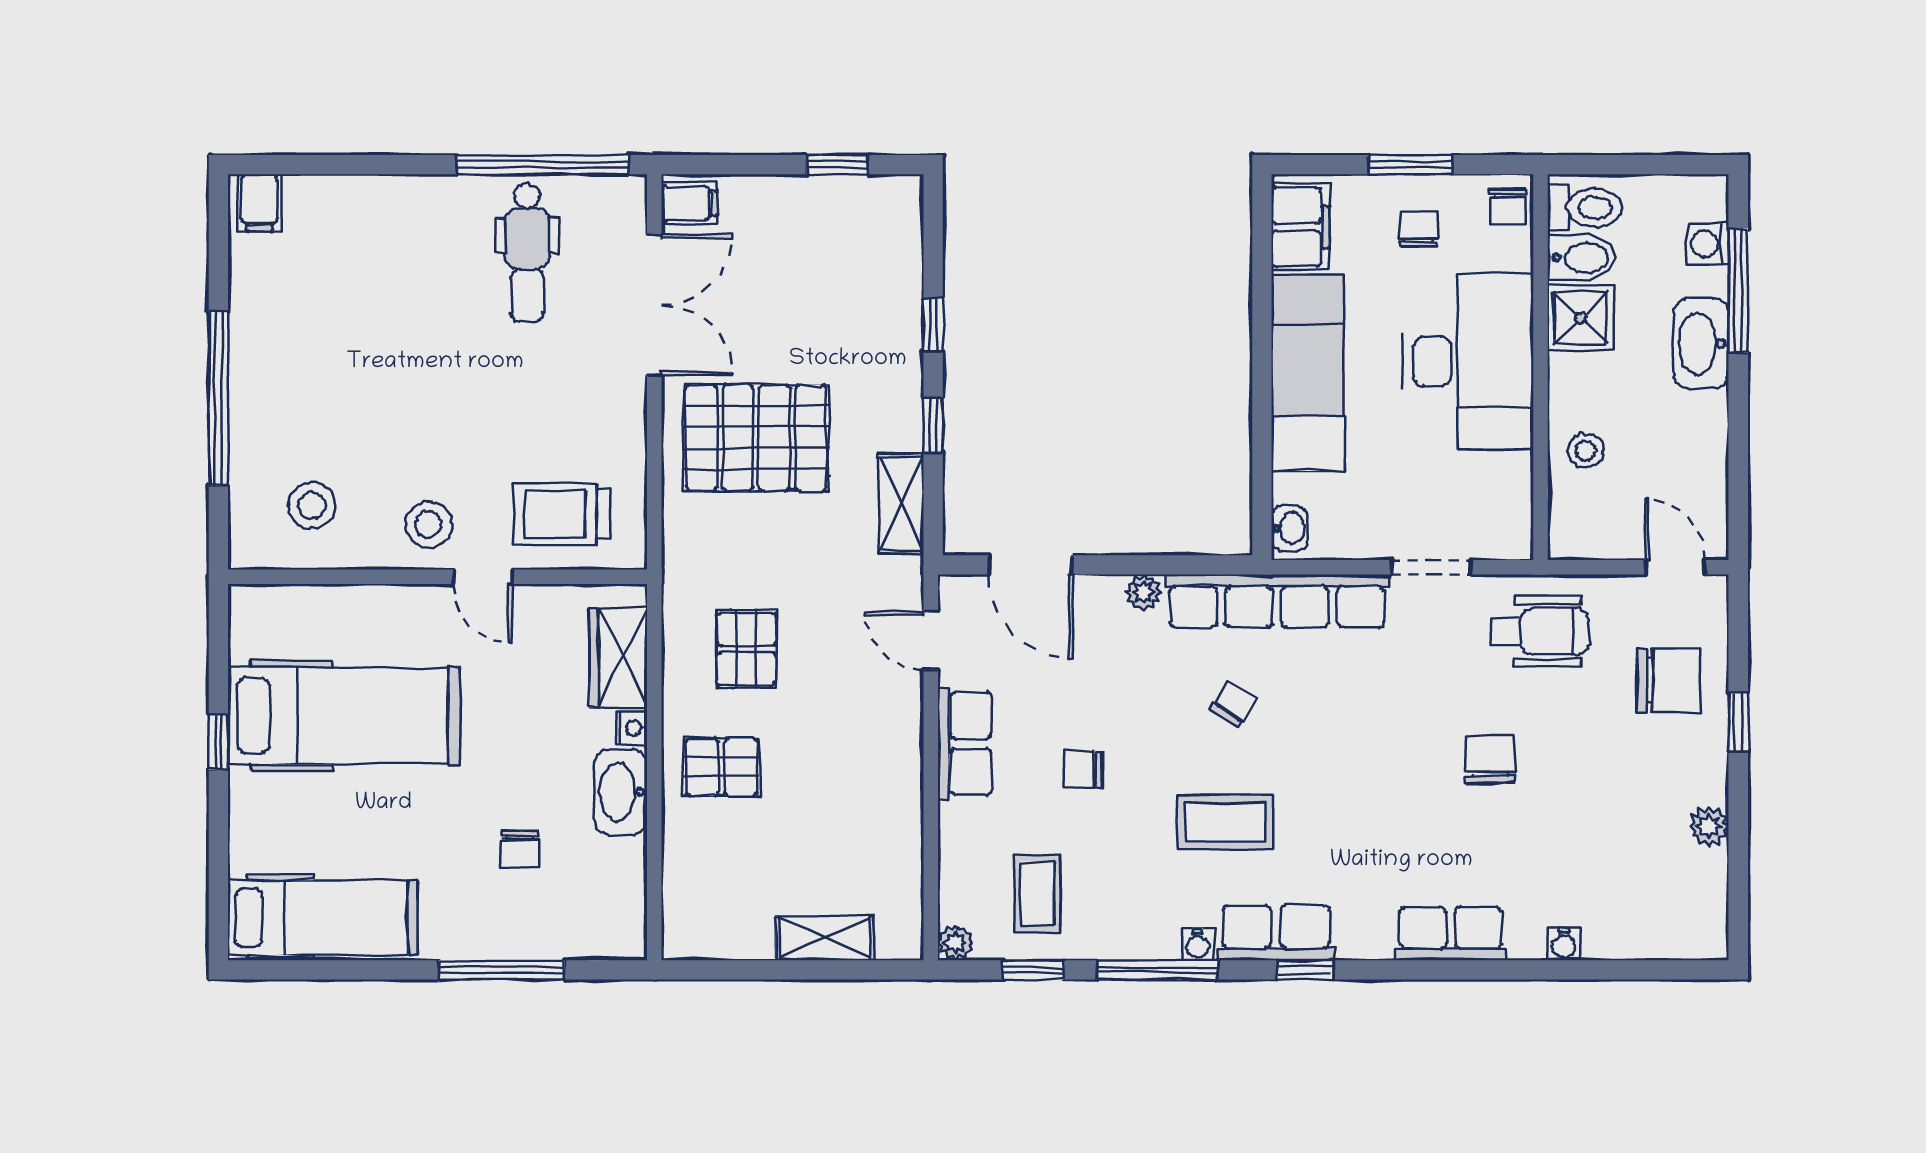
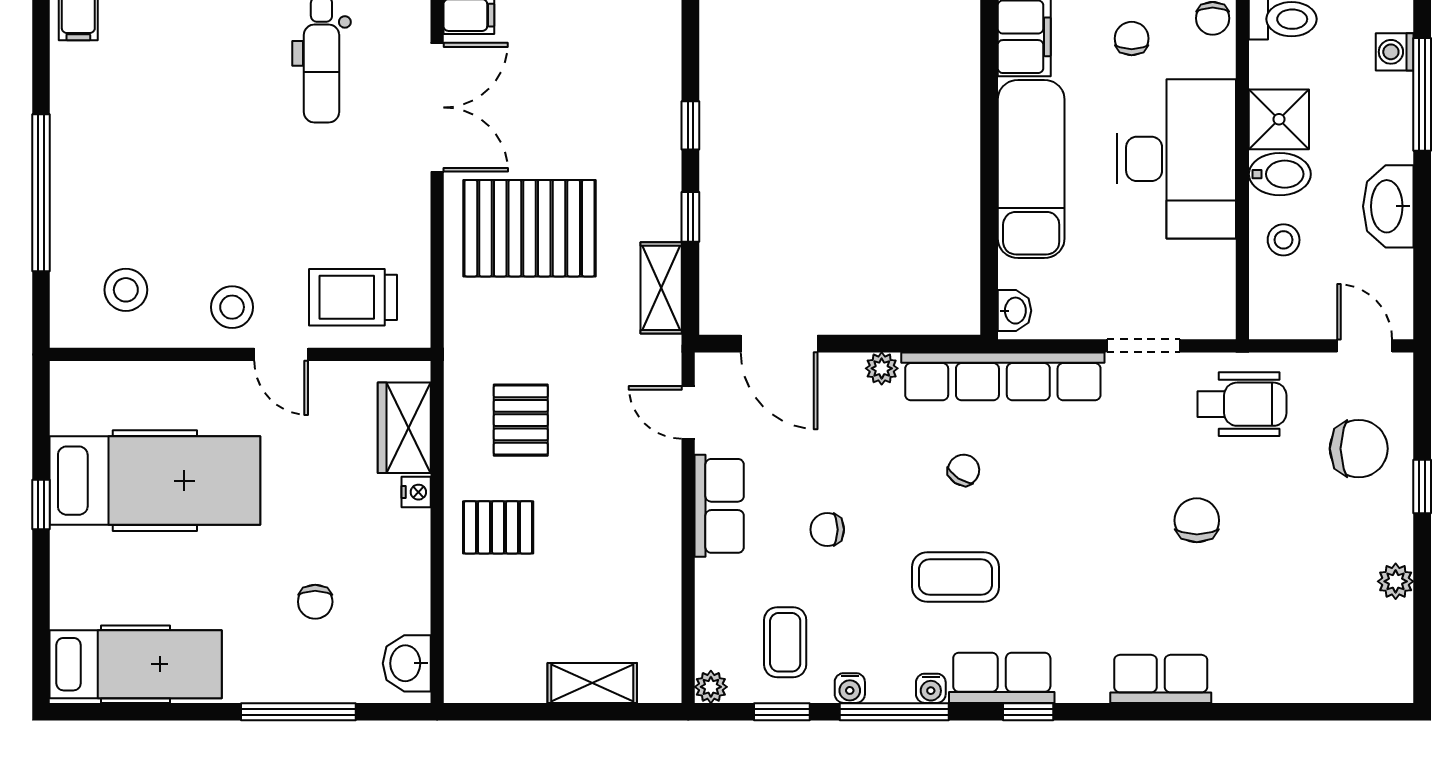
bidet: (1582, 258) -> (1280, 174), moved
washbasin: (1701, 344) -> (1388, 206), moved
washbasin: (621, 792) -> (407, 663), moved, width x0.72
water cooler: (1564, 944) -> (850, 688), moved

